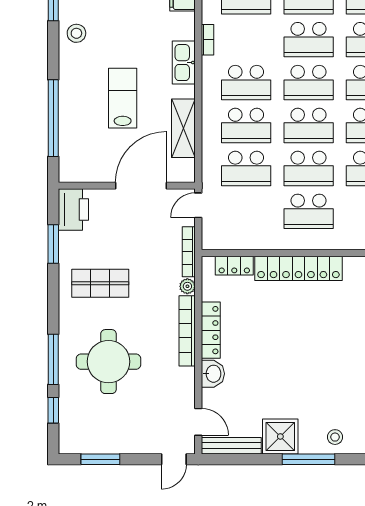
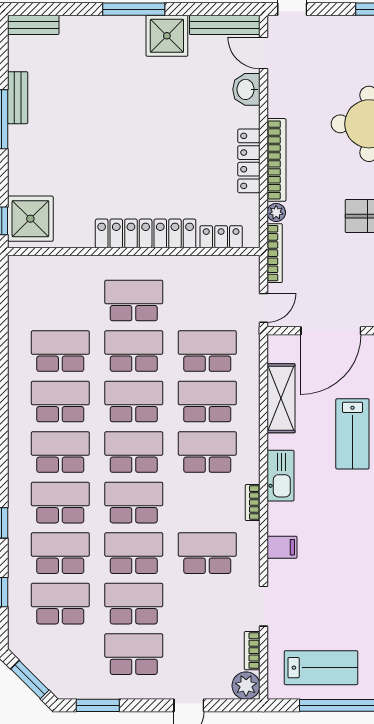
washbasin: (213, 374) -> (246, 89), moved
stool: (335, 437) -> (103, 35), removed

